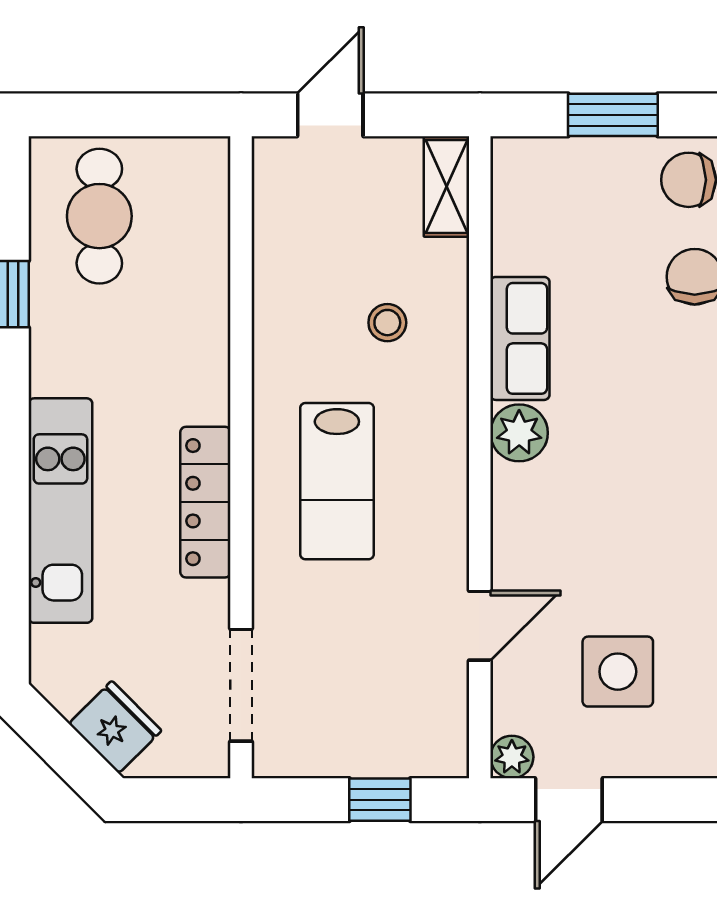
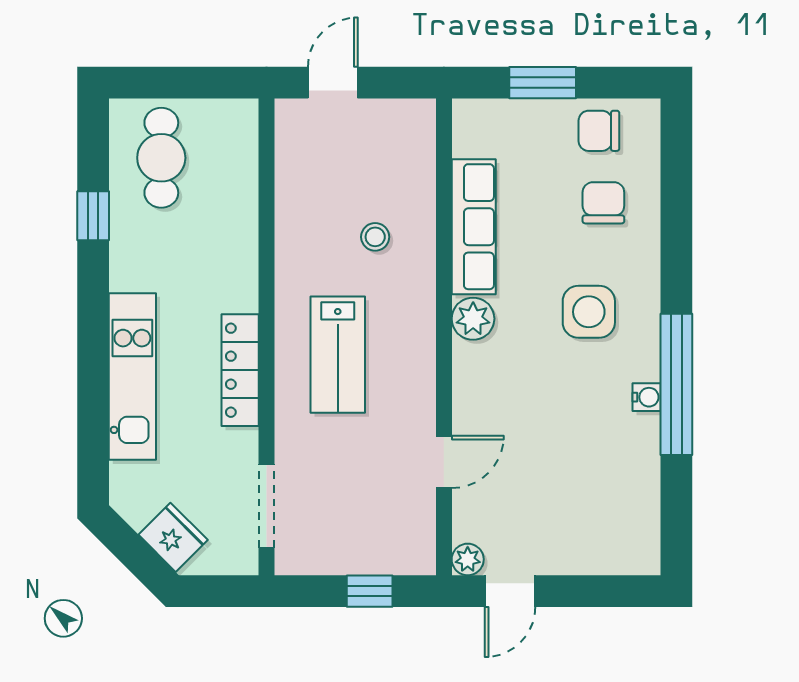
shelving: (447, 187) -> (419, 136), removed
row of seats: (520, 338) -> (474, 227), width x1.48
side table: (618, 672) -> (589, 312), moved

